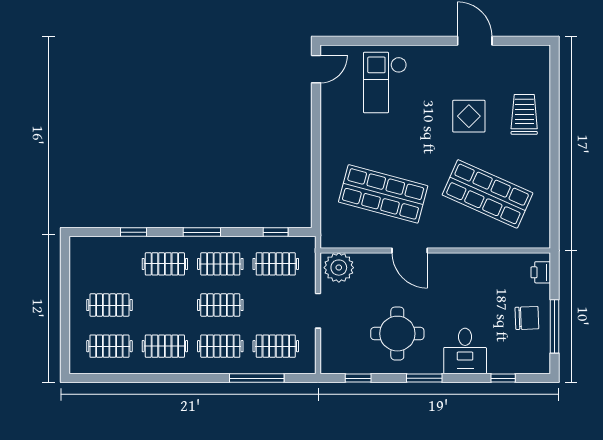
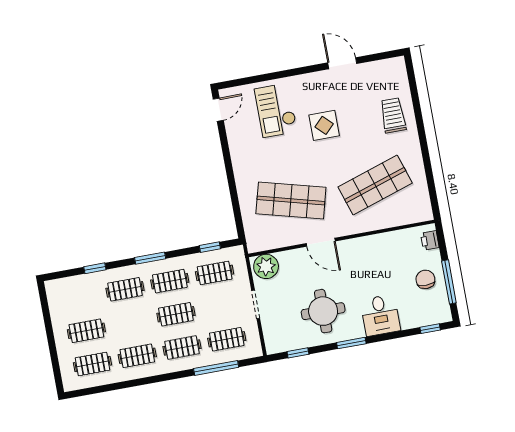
display table: (469, 116) -> (324, 125), moved
shop shelf: (487, 194) -> (375, 185), turned -42
chair: (527, 318) -> (425, 279), turned -88
window: (503, 378) -> (430, 329), moved

